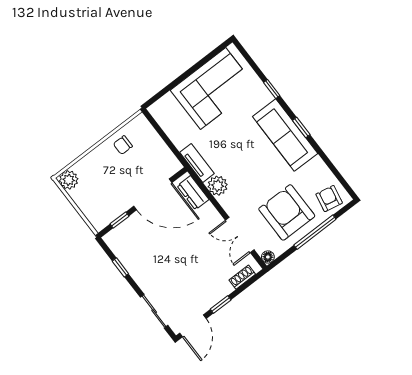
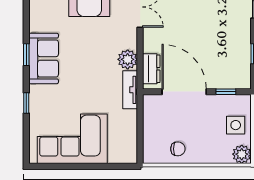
sofa: (285, 135) -> (44, 58), width x0.73
side table: (91, 199) -> (236, 125), added

